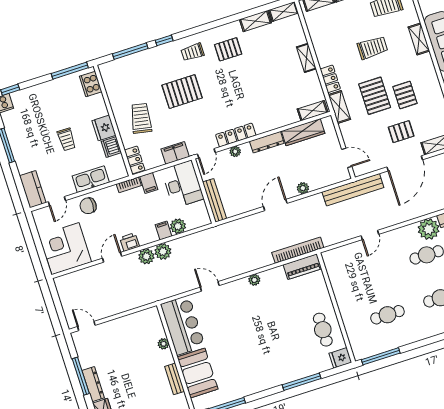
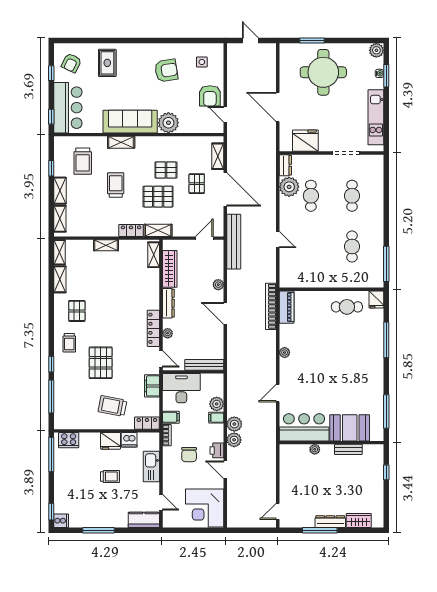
chair: (88, 206) -> (189, 455), moved

